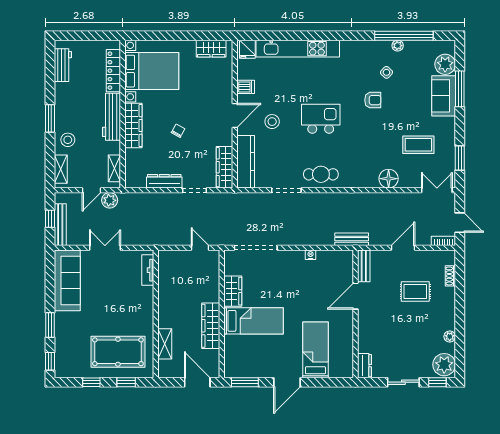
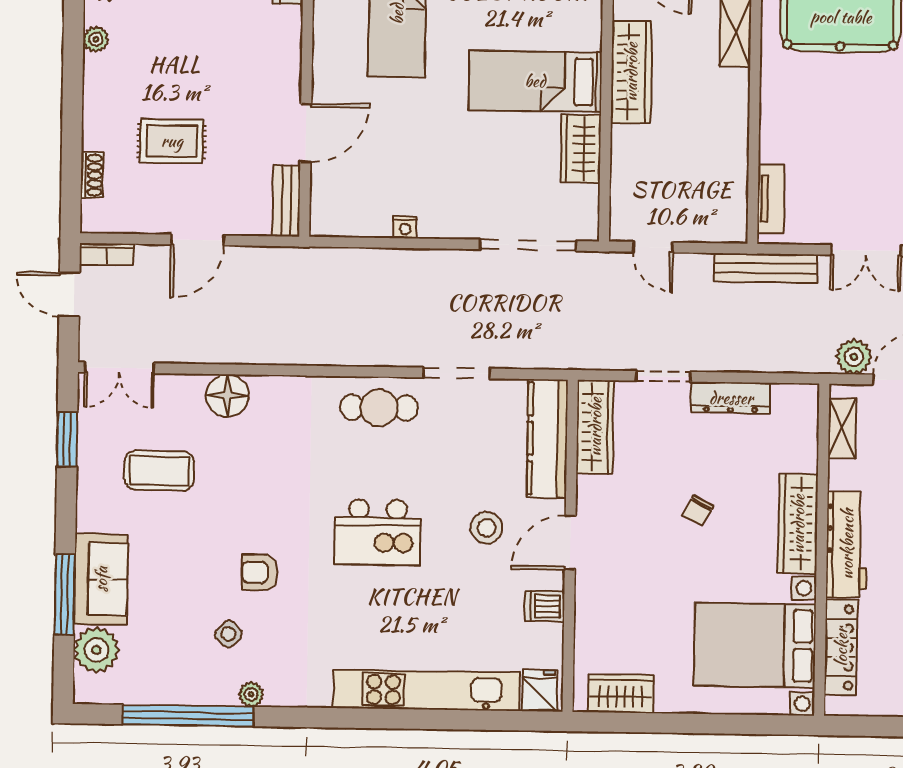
plant: (398, 46) -> (251, 694), moved
bench: (352, 239) -> (766, 268), moved, width x1.36

